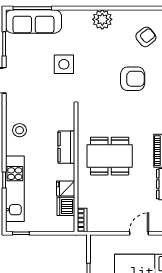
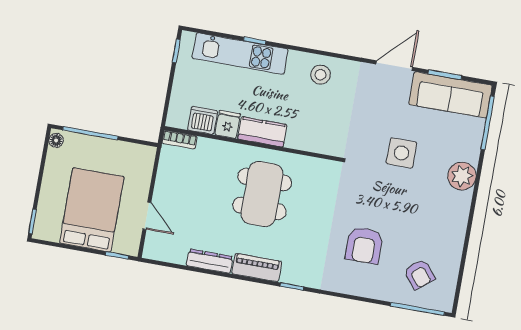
plant: (102, 19) -> (462, 176), moved
sofa: (33, 21) -> (450, 95), moved, turned -90
kitchen counter: (66, 147) -> (262, 132), moved

